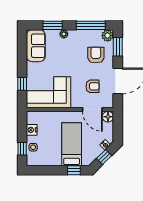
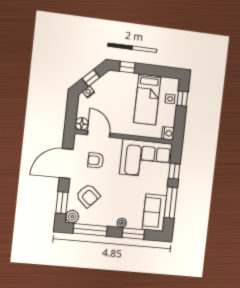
armchair: (96, 55) -> (88, 196), turned -47
window: (22, 56) -> (171, 203), added
nightstand: (32, 130) -> (168, 133), moved
bed: (72, 144) -> (147, 99), moved

